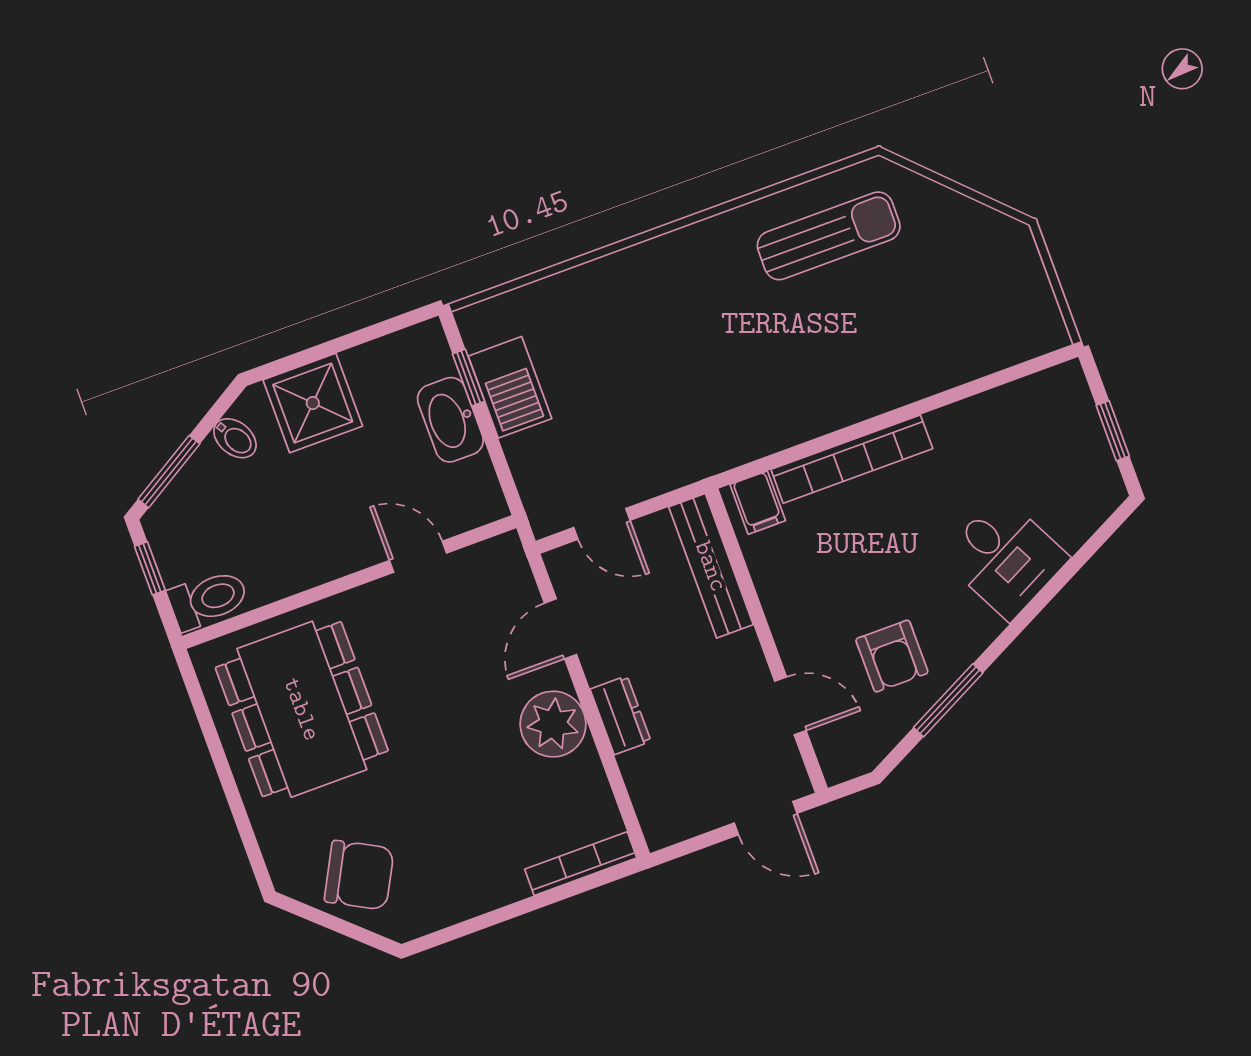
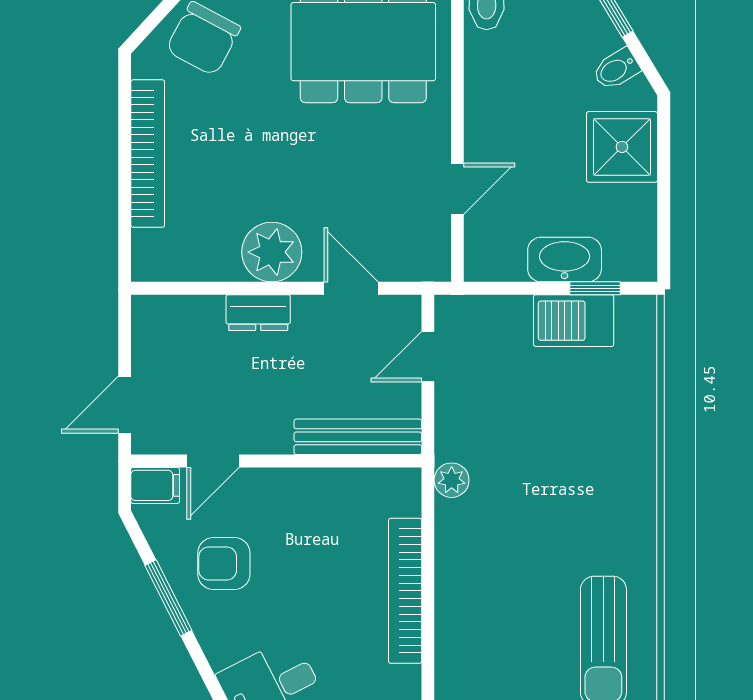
plant: (720, 453) -> (452, 480), added
filing cabinet: (758, 503) -> (155, 485), moved, turned 180
bookcase: (581, 864) -> (148, 154), moved, width x1.48, depth x1.31

